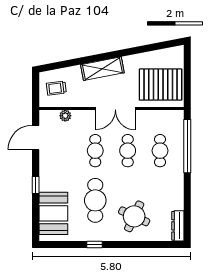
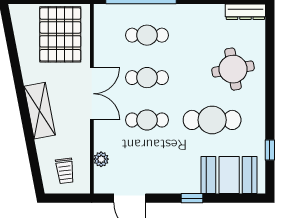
round table: (134, 216) -> (233, 69), turned -35
window: (95, 245) -> (270, 150), moved

